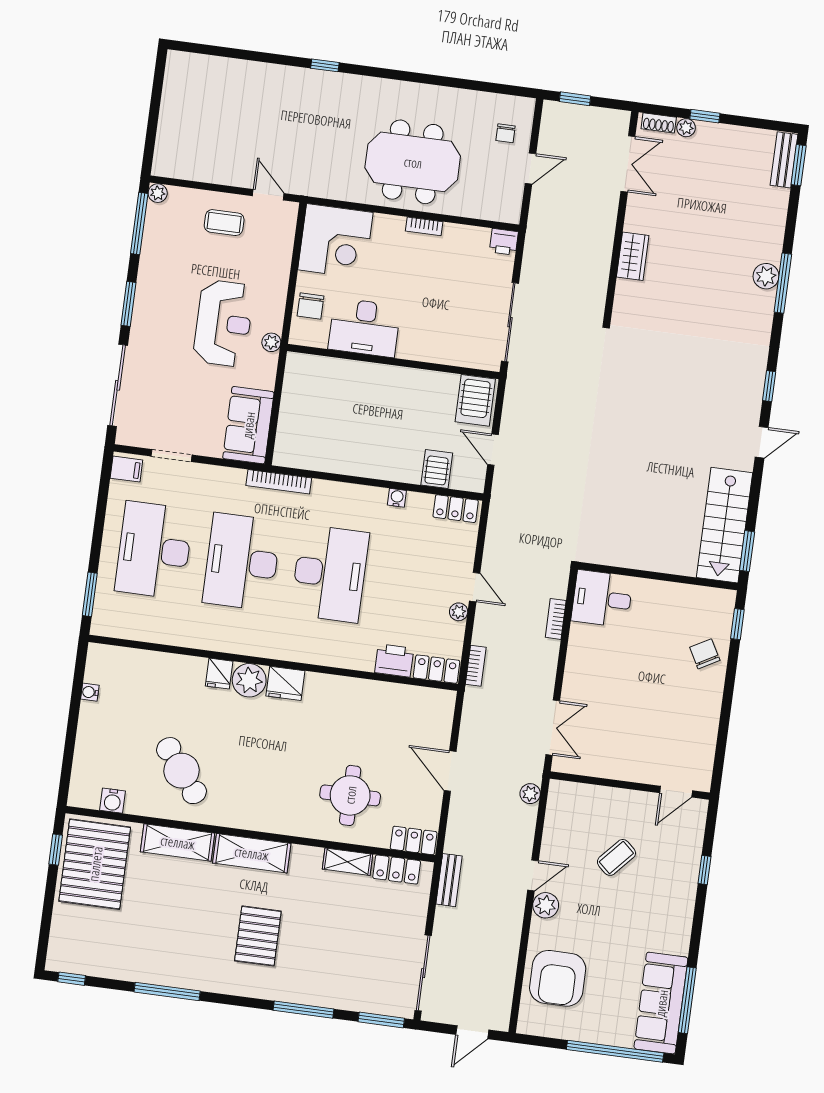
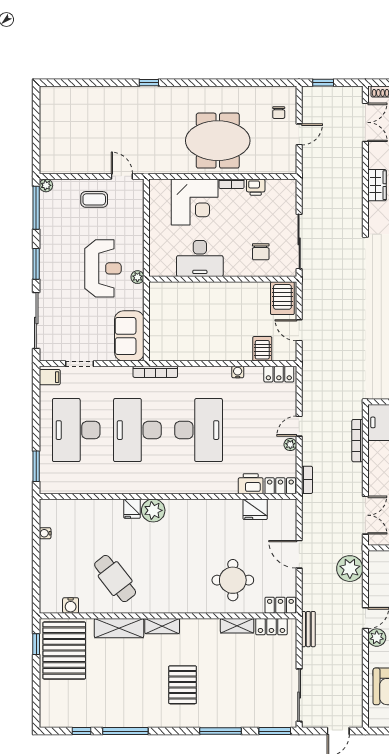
corner desk: (335, 241) -> (195, 202), moved
printer: (504, 242) -> (256, 187), moved
chair: (310, 306) -> (261, 252), moved
door: (475, 587) -> (299, 426), swing flipped
bookcase: (556, 619) -> (357, 441), width x1.56
fridge: (285, 683) -> (255, 509), moved
plant: (530, 794) -> (350, 569), width x1.88, depth x1.88
shelving: (252, 853) -> (162, 626), width x0.67, depth x0.75
window: (72, 979) -> (82, 731), moved

